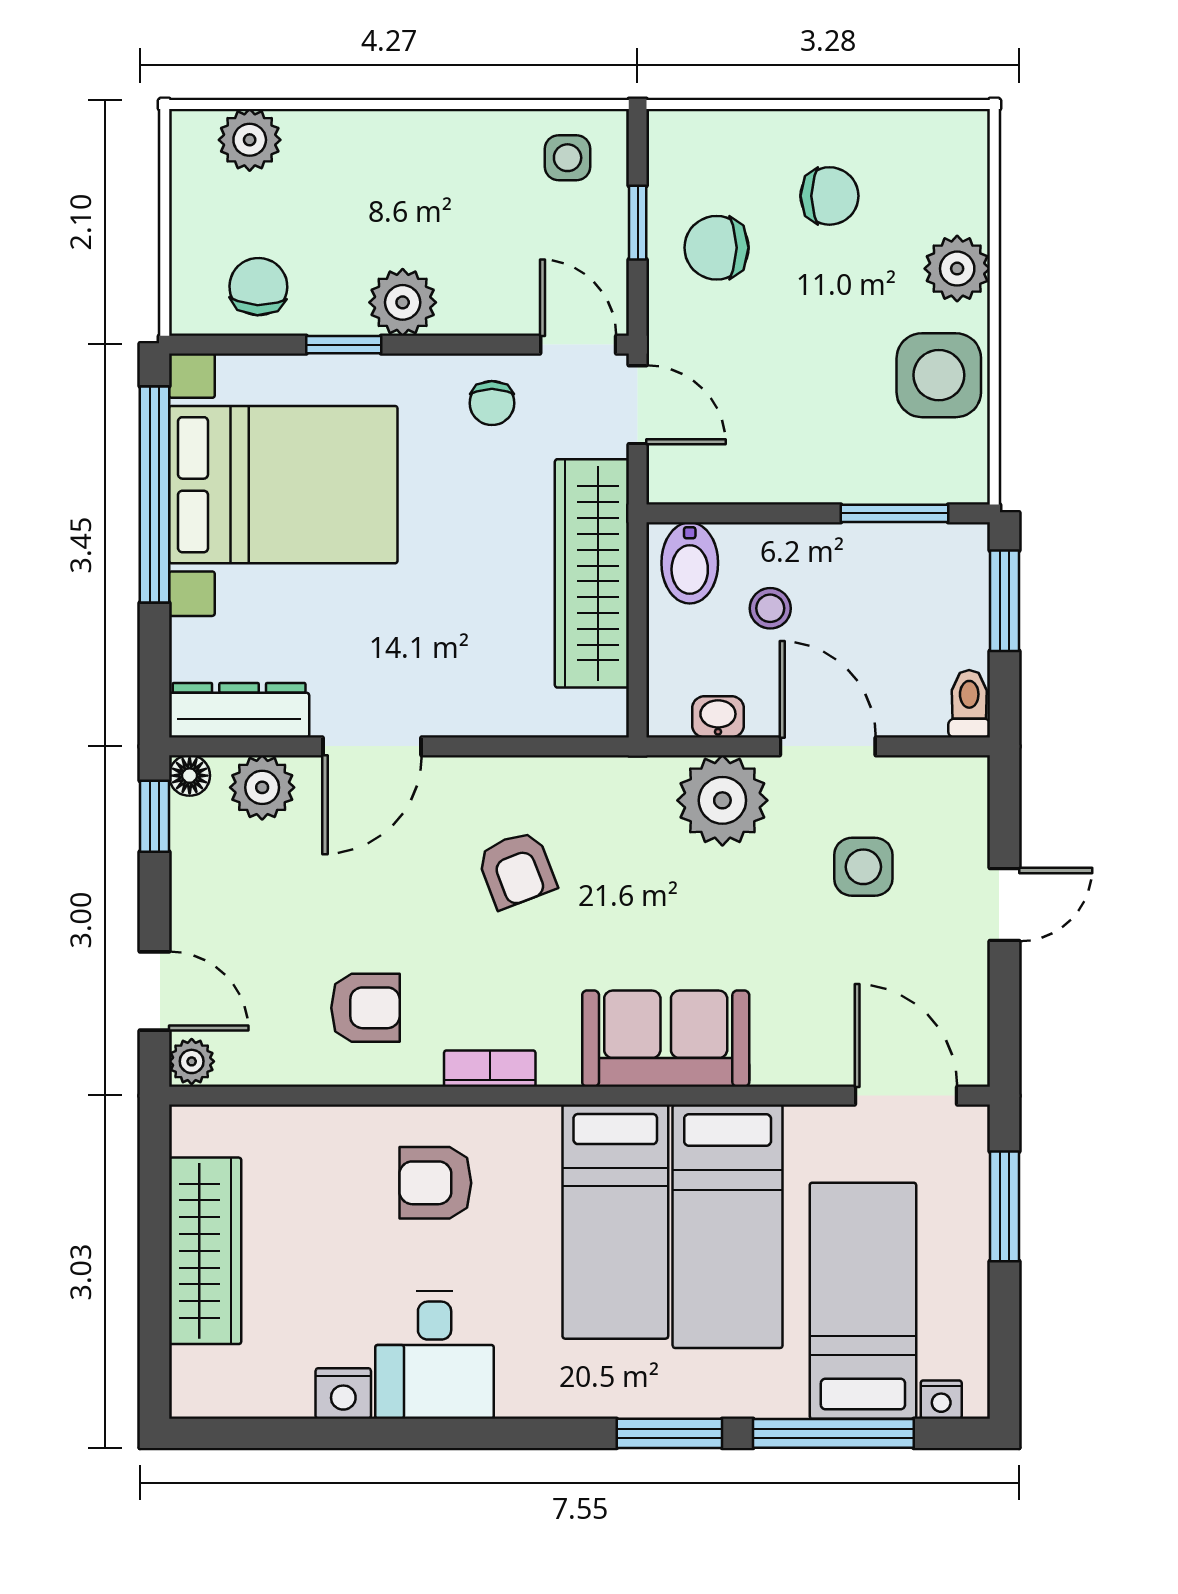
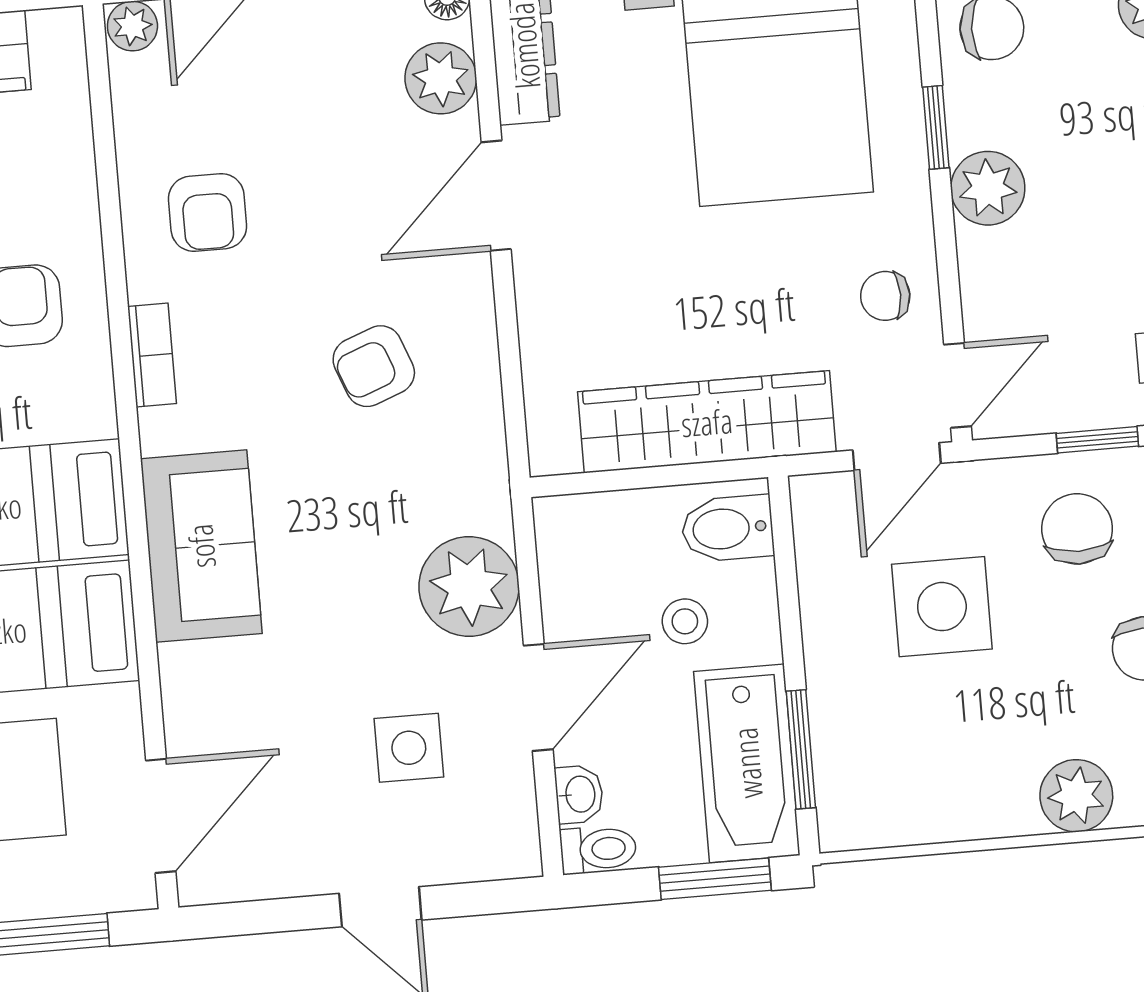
side table: (939, 375) -> (942, 607), moved
bathtub: (903, 563) -> (747, 763), added
washbasin: (718, 717) -> (579, 794), moved
door: (372, 746) -> (496, 196), hinge flipped

